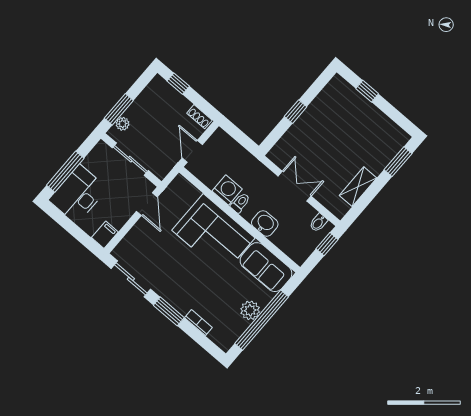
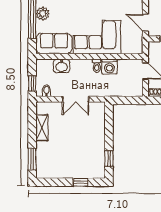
window: (296, 112) -> (109, 158), moved
washbasin: (265, 223) -> (62, 66), moved

